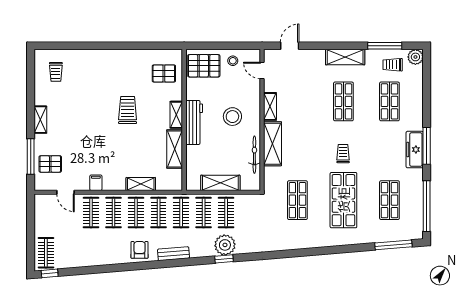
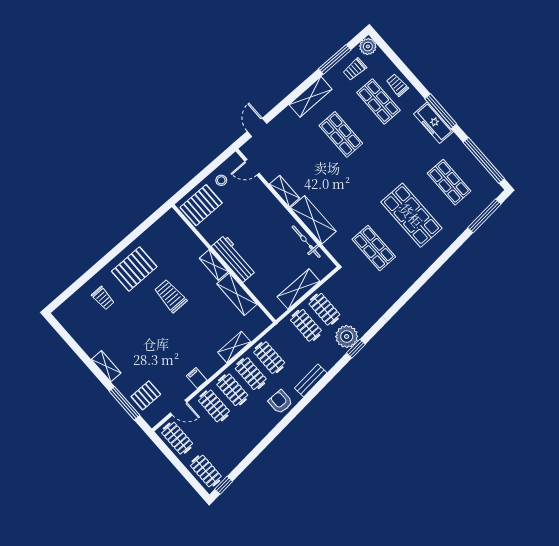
trolley: (56, 72) -> (103, 298), moved
pallet: (164, 73) -> (134, 269), moved, width x1.50, depth x1.42
stool: (232, 117) -> (261, 226), removed
trolley: (343, 154) -> (397, 85), moved
clothes rail: (181, 213) -> (177, 438), moved

